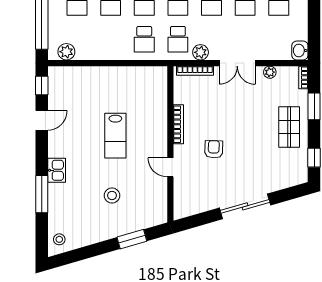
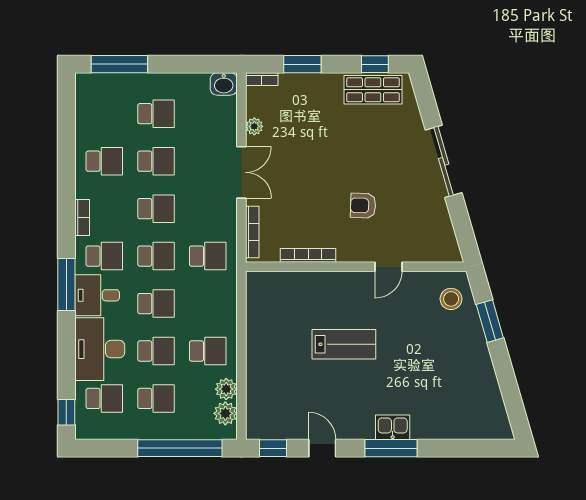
school desk: (144, 39) -> (208, 351), moved
plant: (201, 52) -> (226, 389), moved
bookcase: (178, 124) -> (308, 255), moved
shop shelf: (289, 127) -> (373, 90), moved
window: (42, 194) -> (391, 448), moved
stool: (112, 195) -> (451, 299), moved
stool: (59, 239) -> (490, 423), removed

